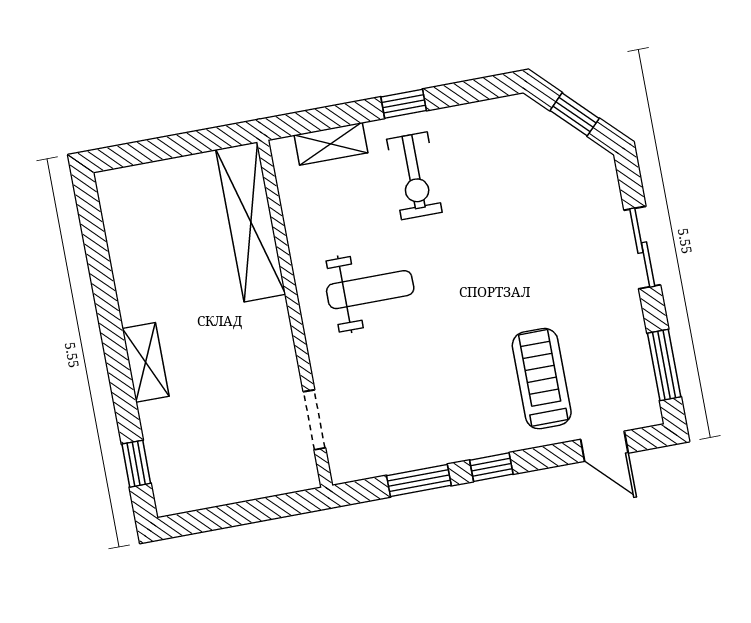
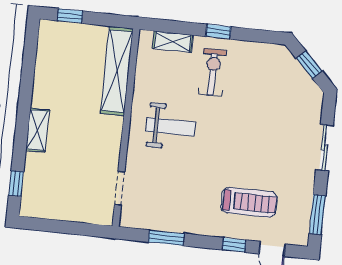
window: (144, 152) -> (70, 16), added
exercise bike: (414, 176) -> (213, 72), turned 180
treadmill: (542, 379) -> (249, 202), turned 90
window: (491, 467) -> (234, 245), moved

